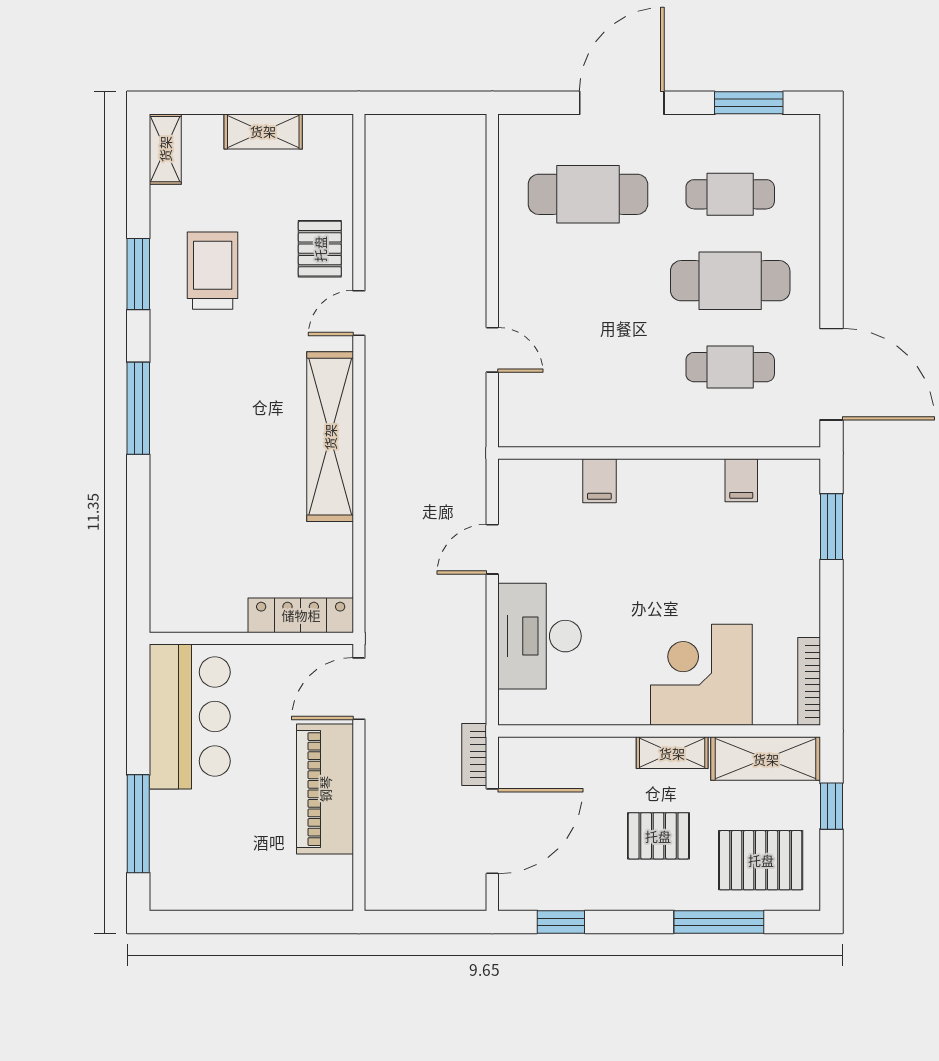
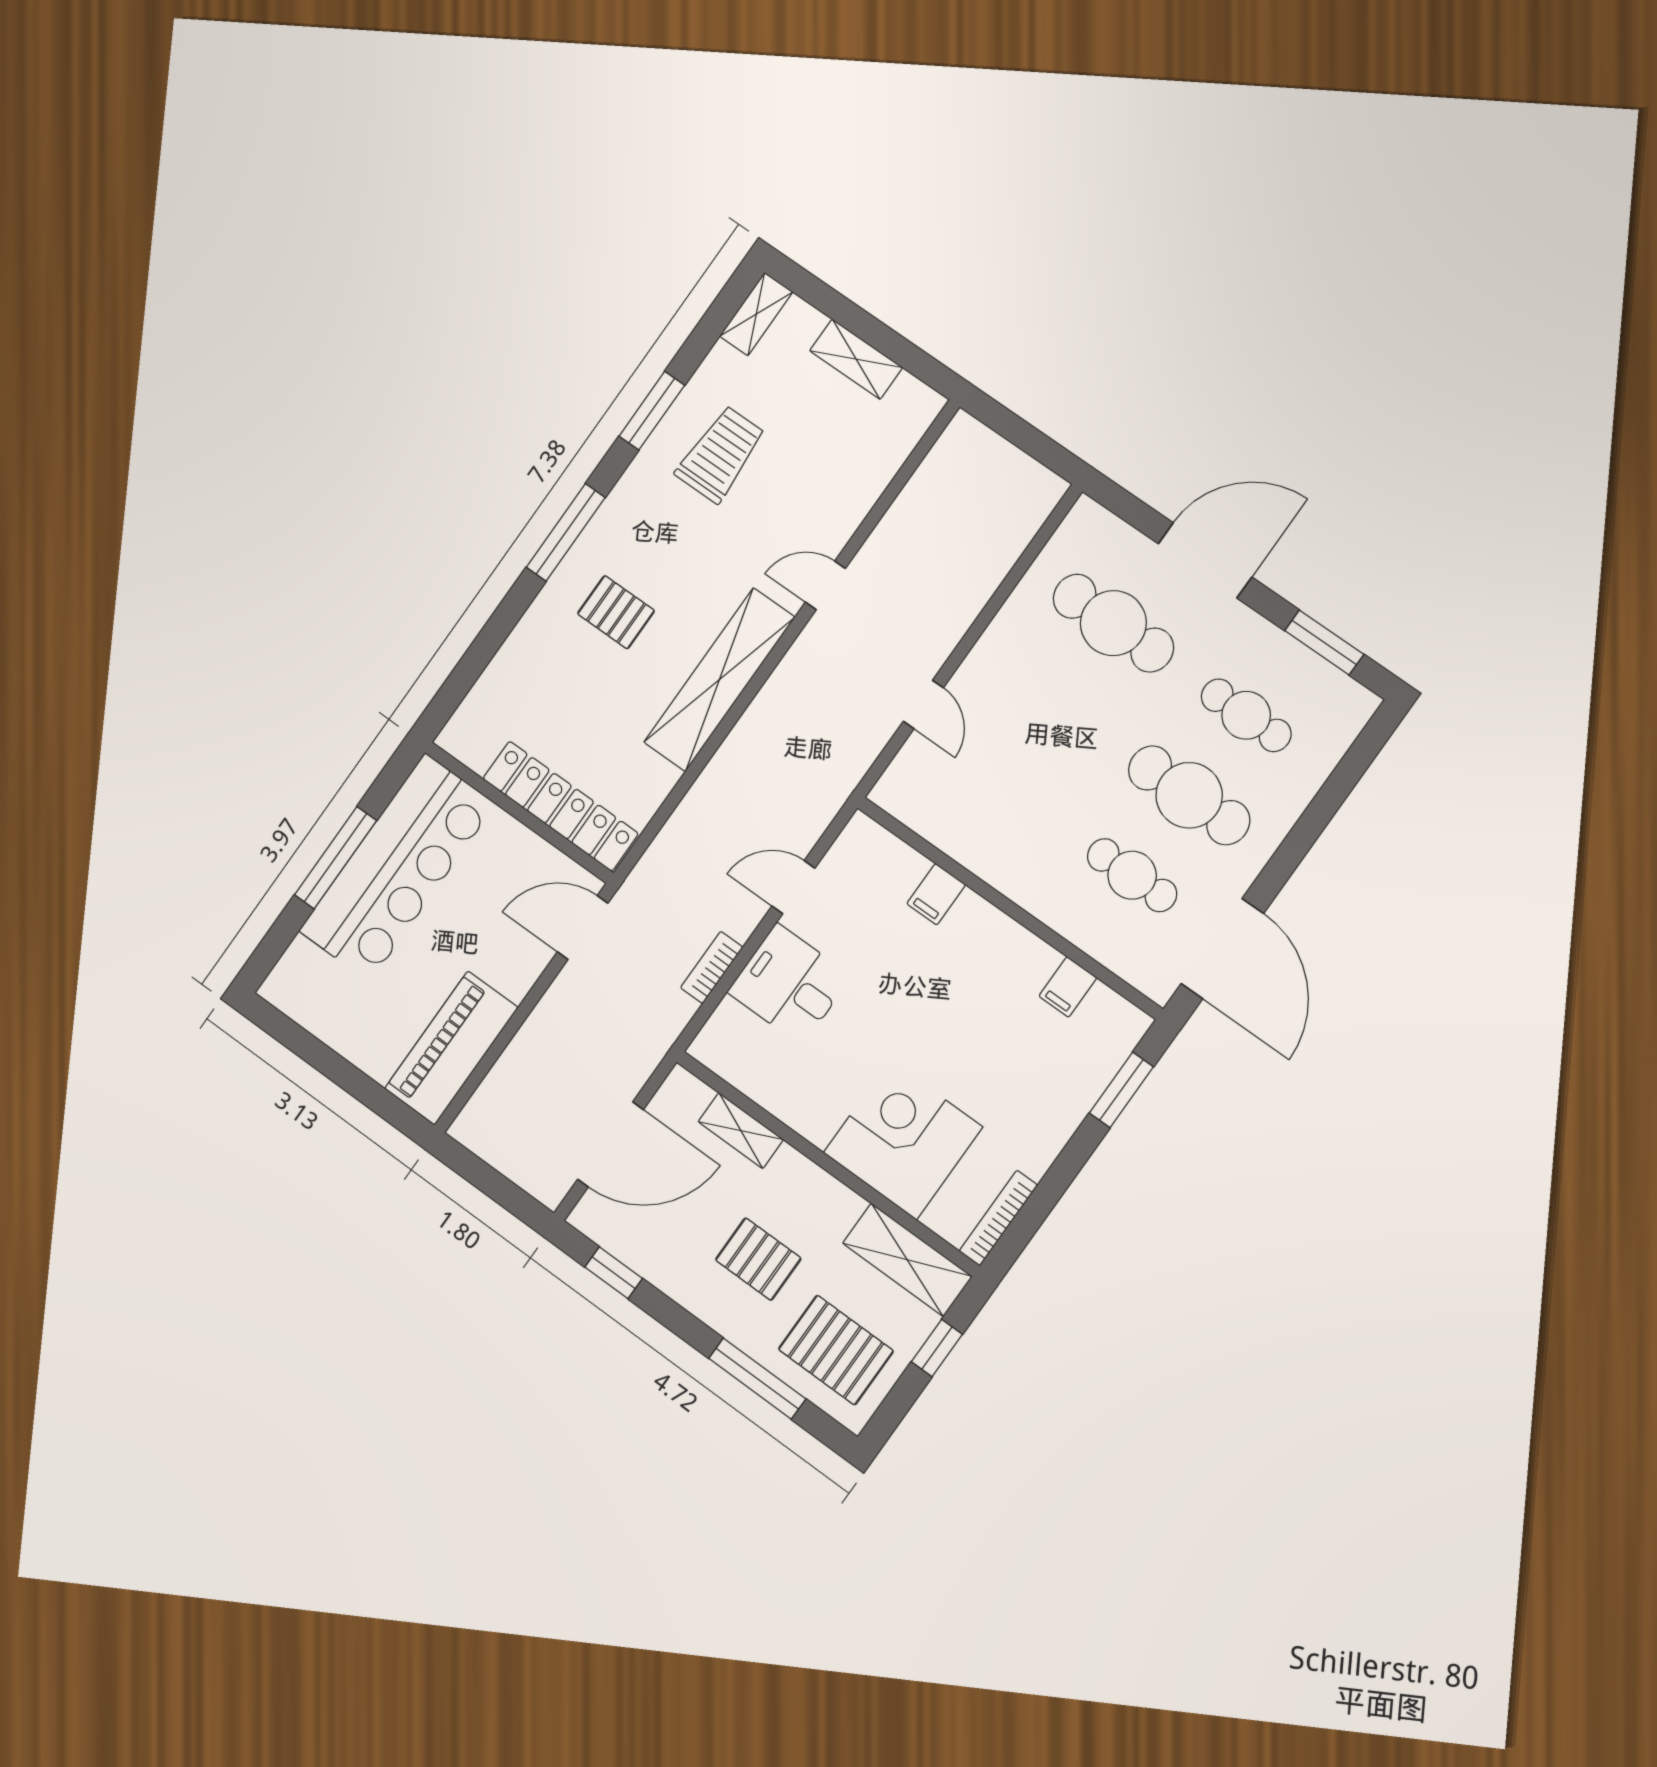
pallet: (320, 249) -> (616, 612), moved, turned 90
locker: (301, 615) -> (560, 806), width x1.41, depth x1.21
desk: (540, 636) -> (789, 984), width x0.73
bar counter: (190, 717) -> (397, 868), width x1.36
shelving: (672, 753) -> (741, 1131), moved
bookcase: (474, 754) -> (712, 967), moved
piano: (325, 789) -> (451, 1048), moved
window: (138, 824) -> (336, 858), moved

